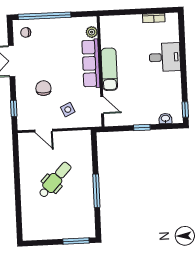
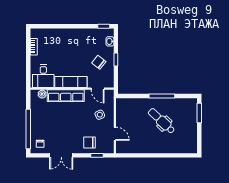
desk: (165, 57) -> (43, 76), moved, turned 180
chair: (43, 88) -> (89, 142), moved
door: (102, 105) -> (98, 89), swing flipped
chair: (137, 105) -> (99, 62), added
door: (44, 131) -> (115, 134), hinge flipped
dental chair: (55, 180) -> (161, 121), moved

